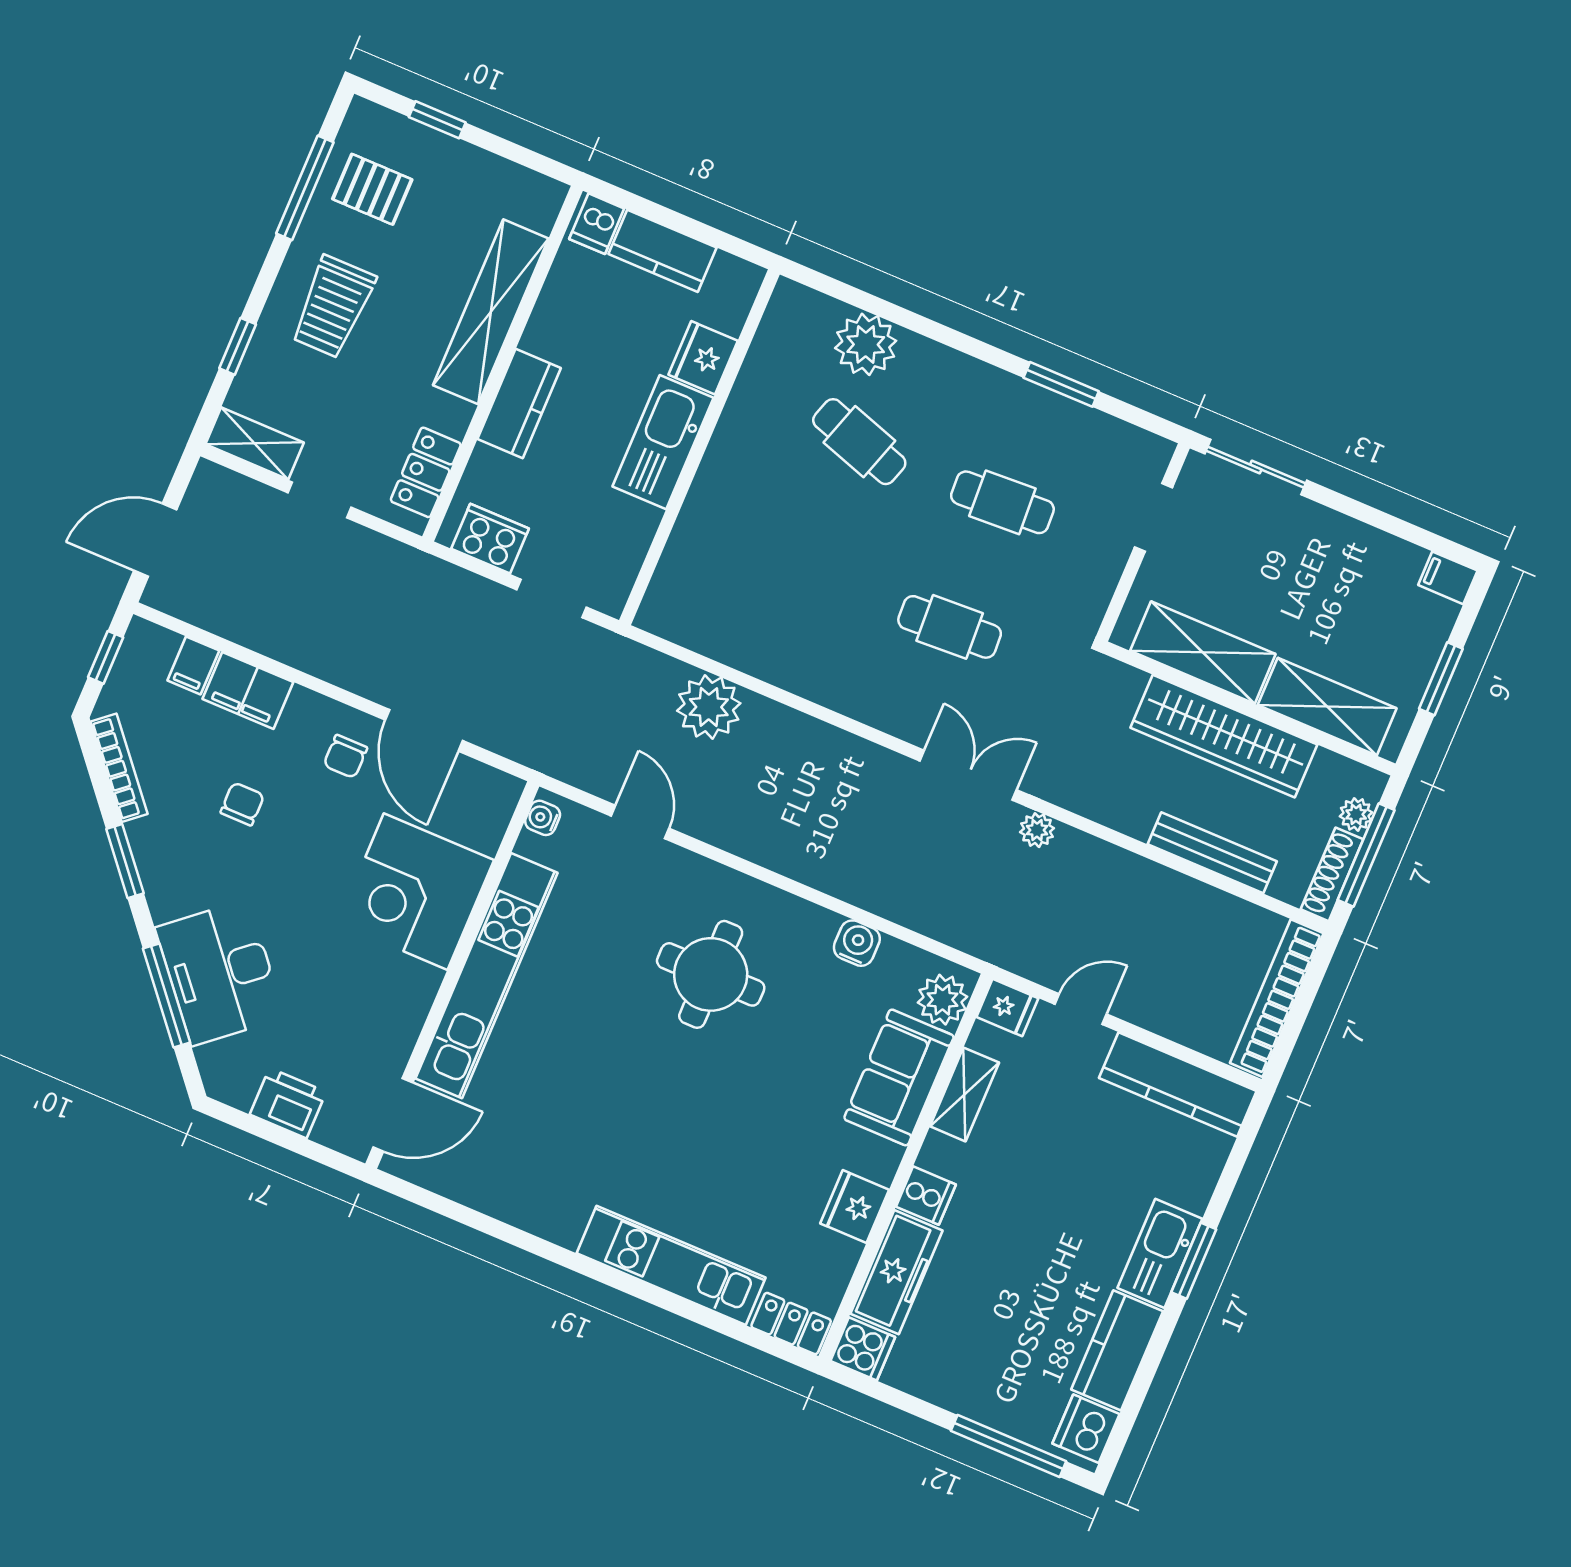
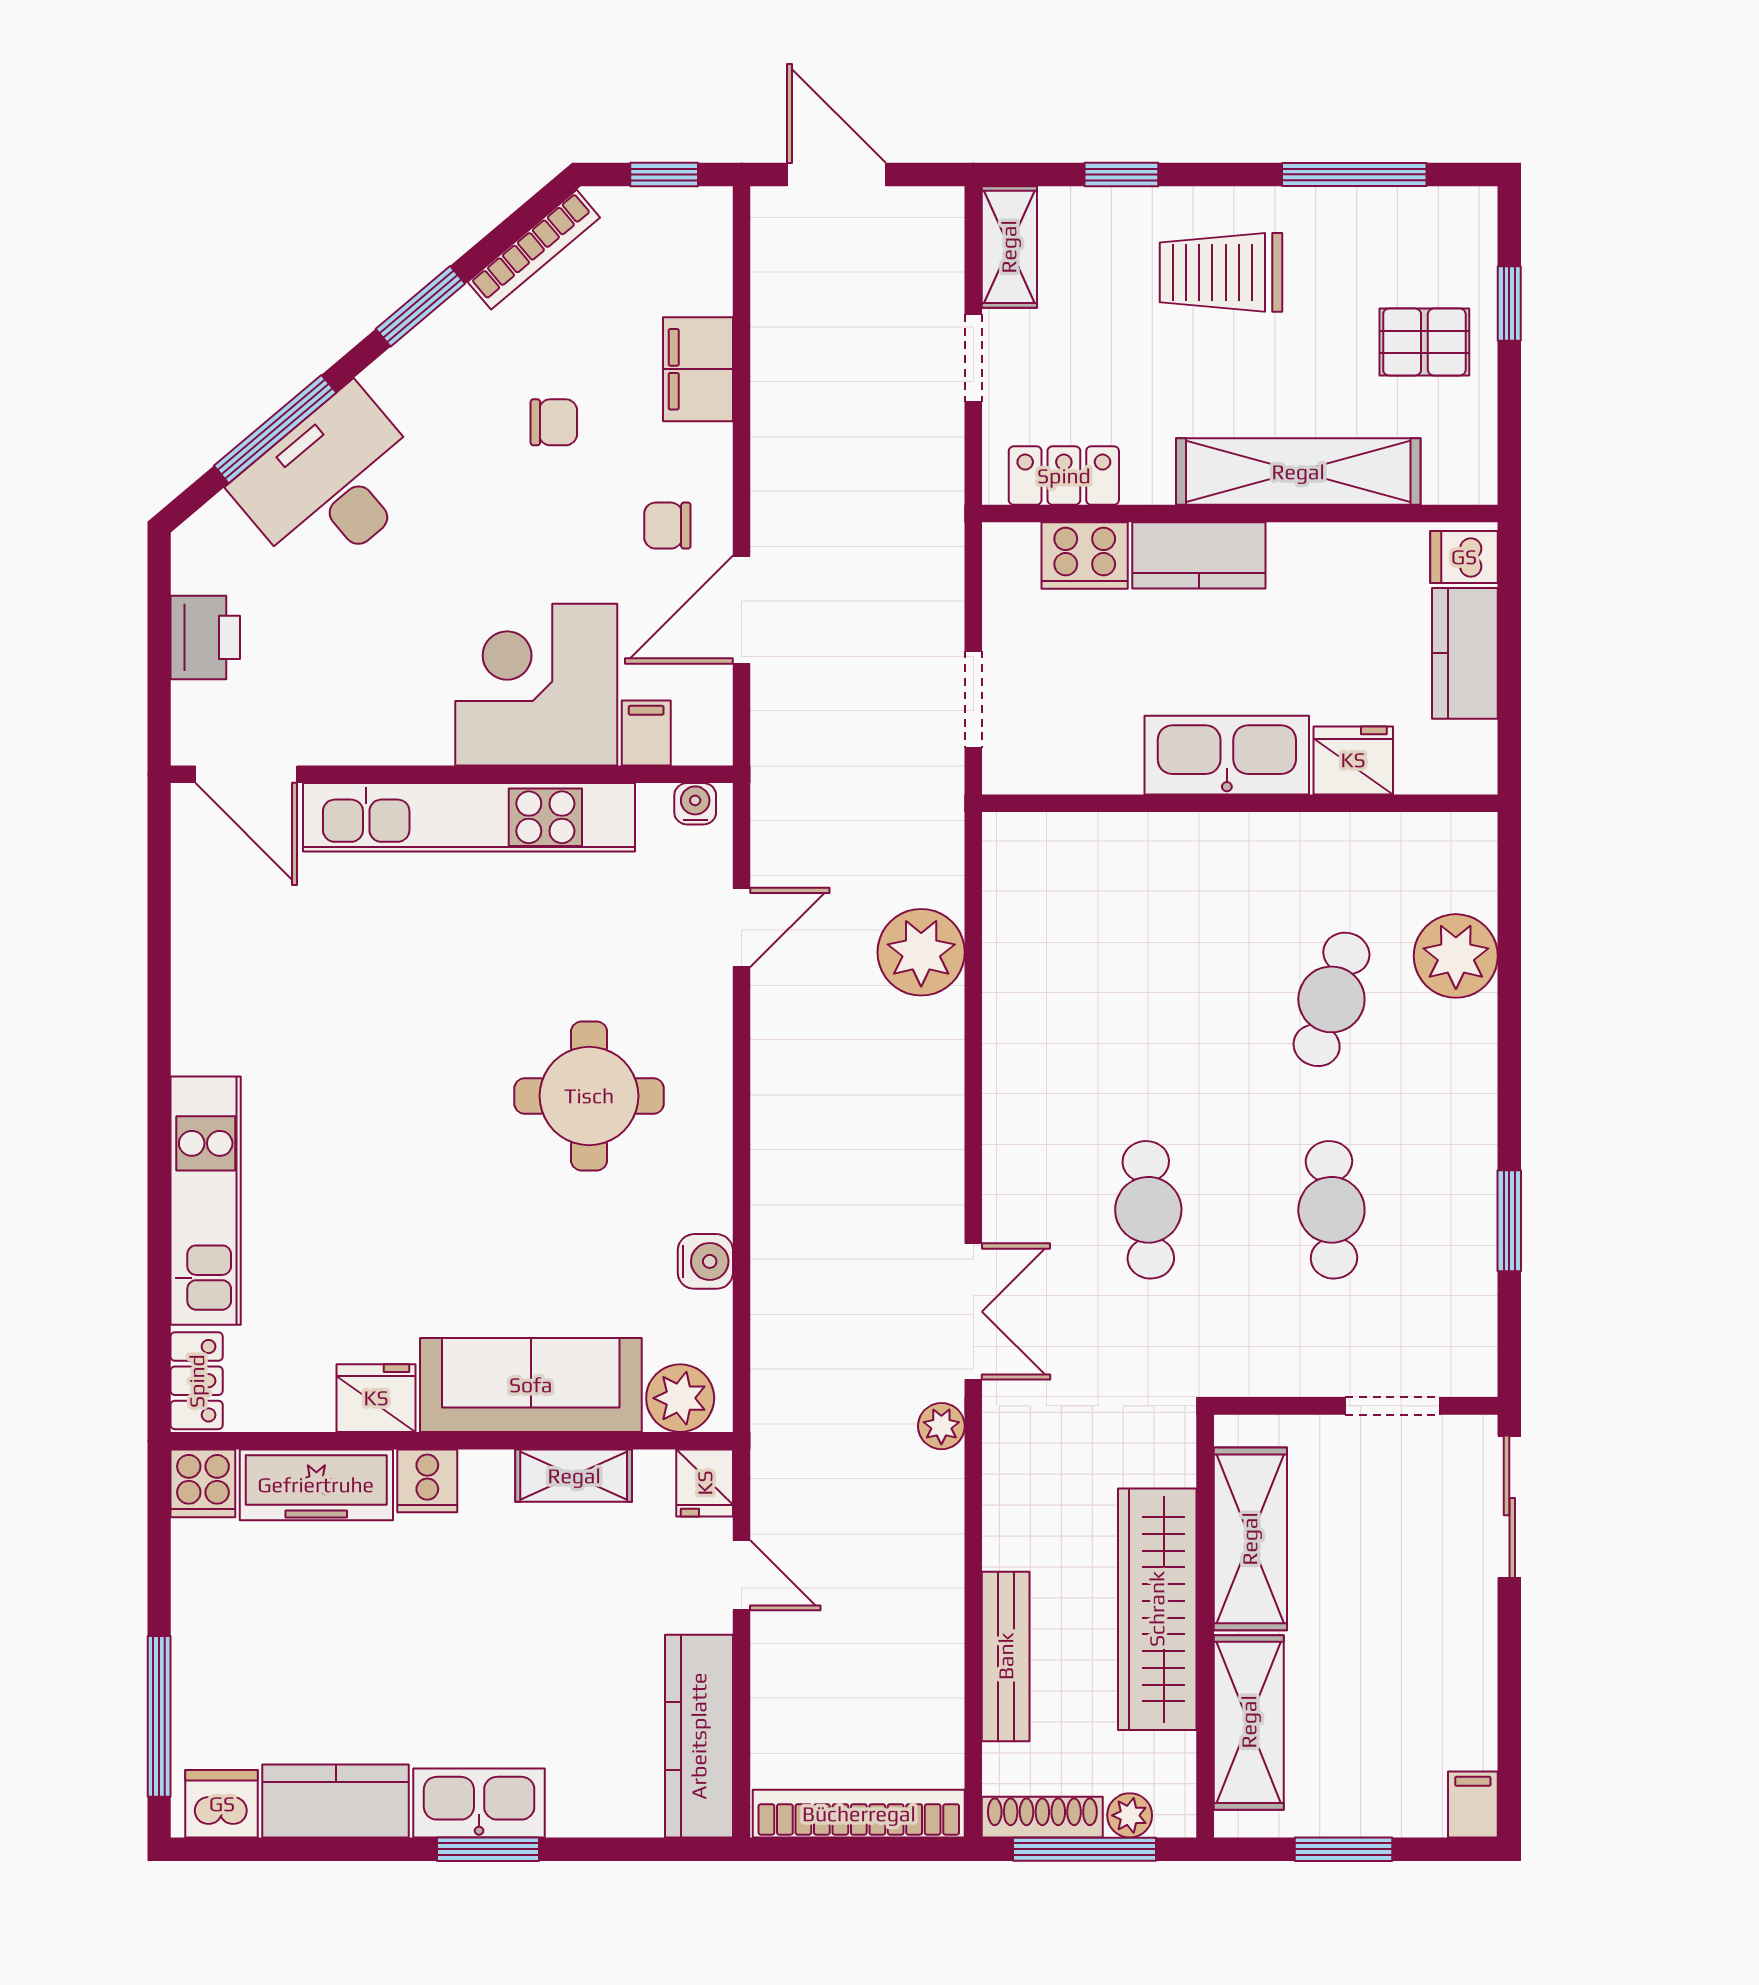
pallet: (372, 189) -> (1424, 342), moved, turned 90
cooker: (490, 539) -> (1085, 556), moved, turned 90
filing cabinet: (193, 666) -> (646, 733), moved, turned 90
sofa: (899, 1077) -> (531, 1385), width x1.36

